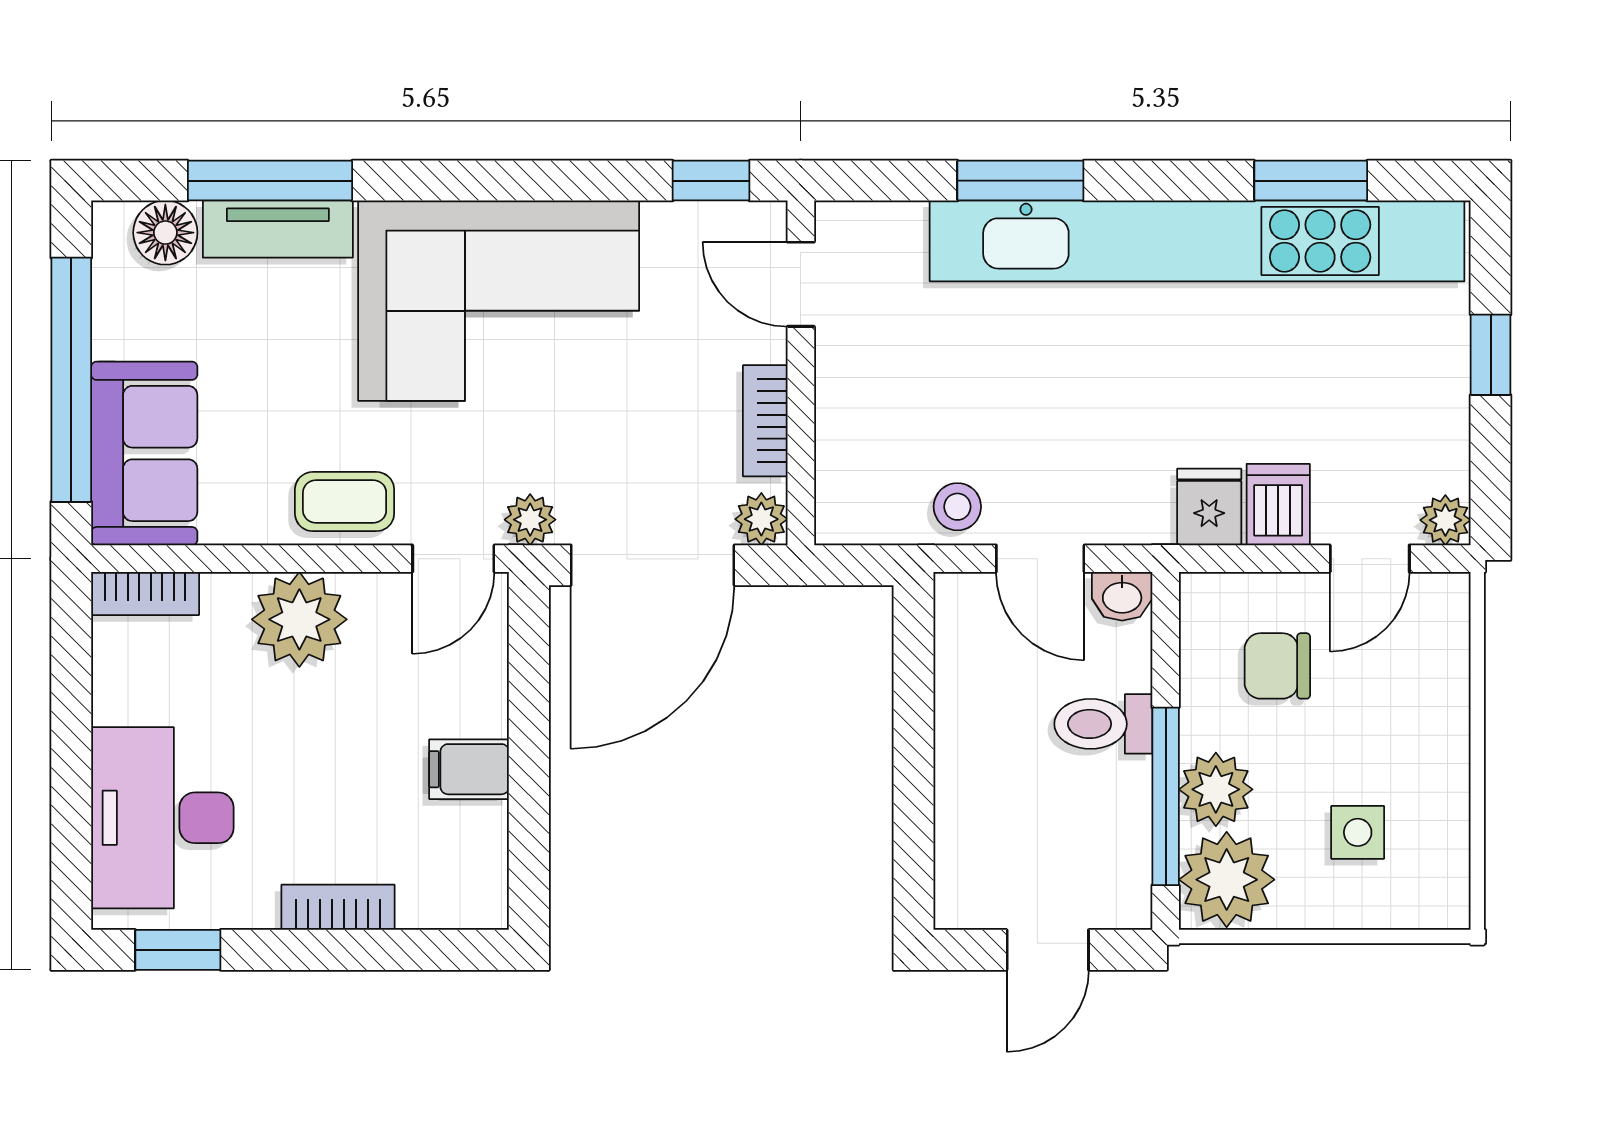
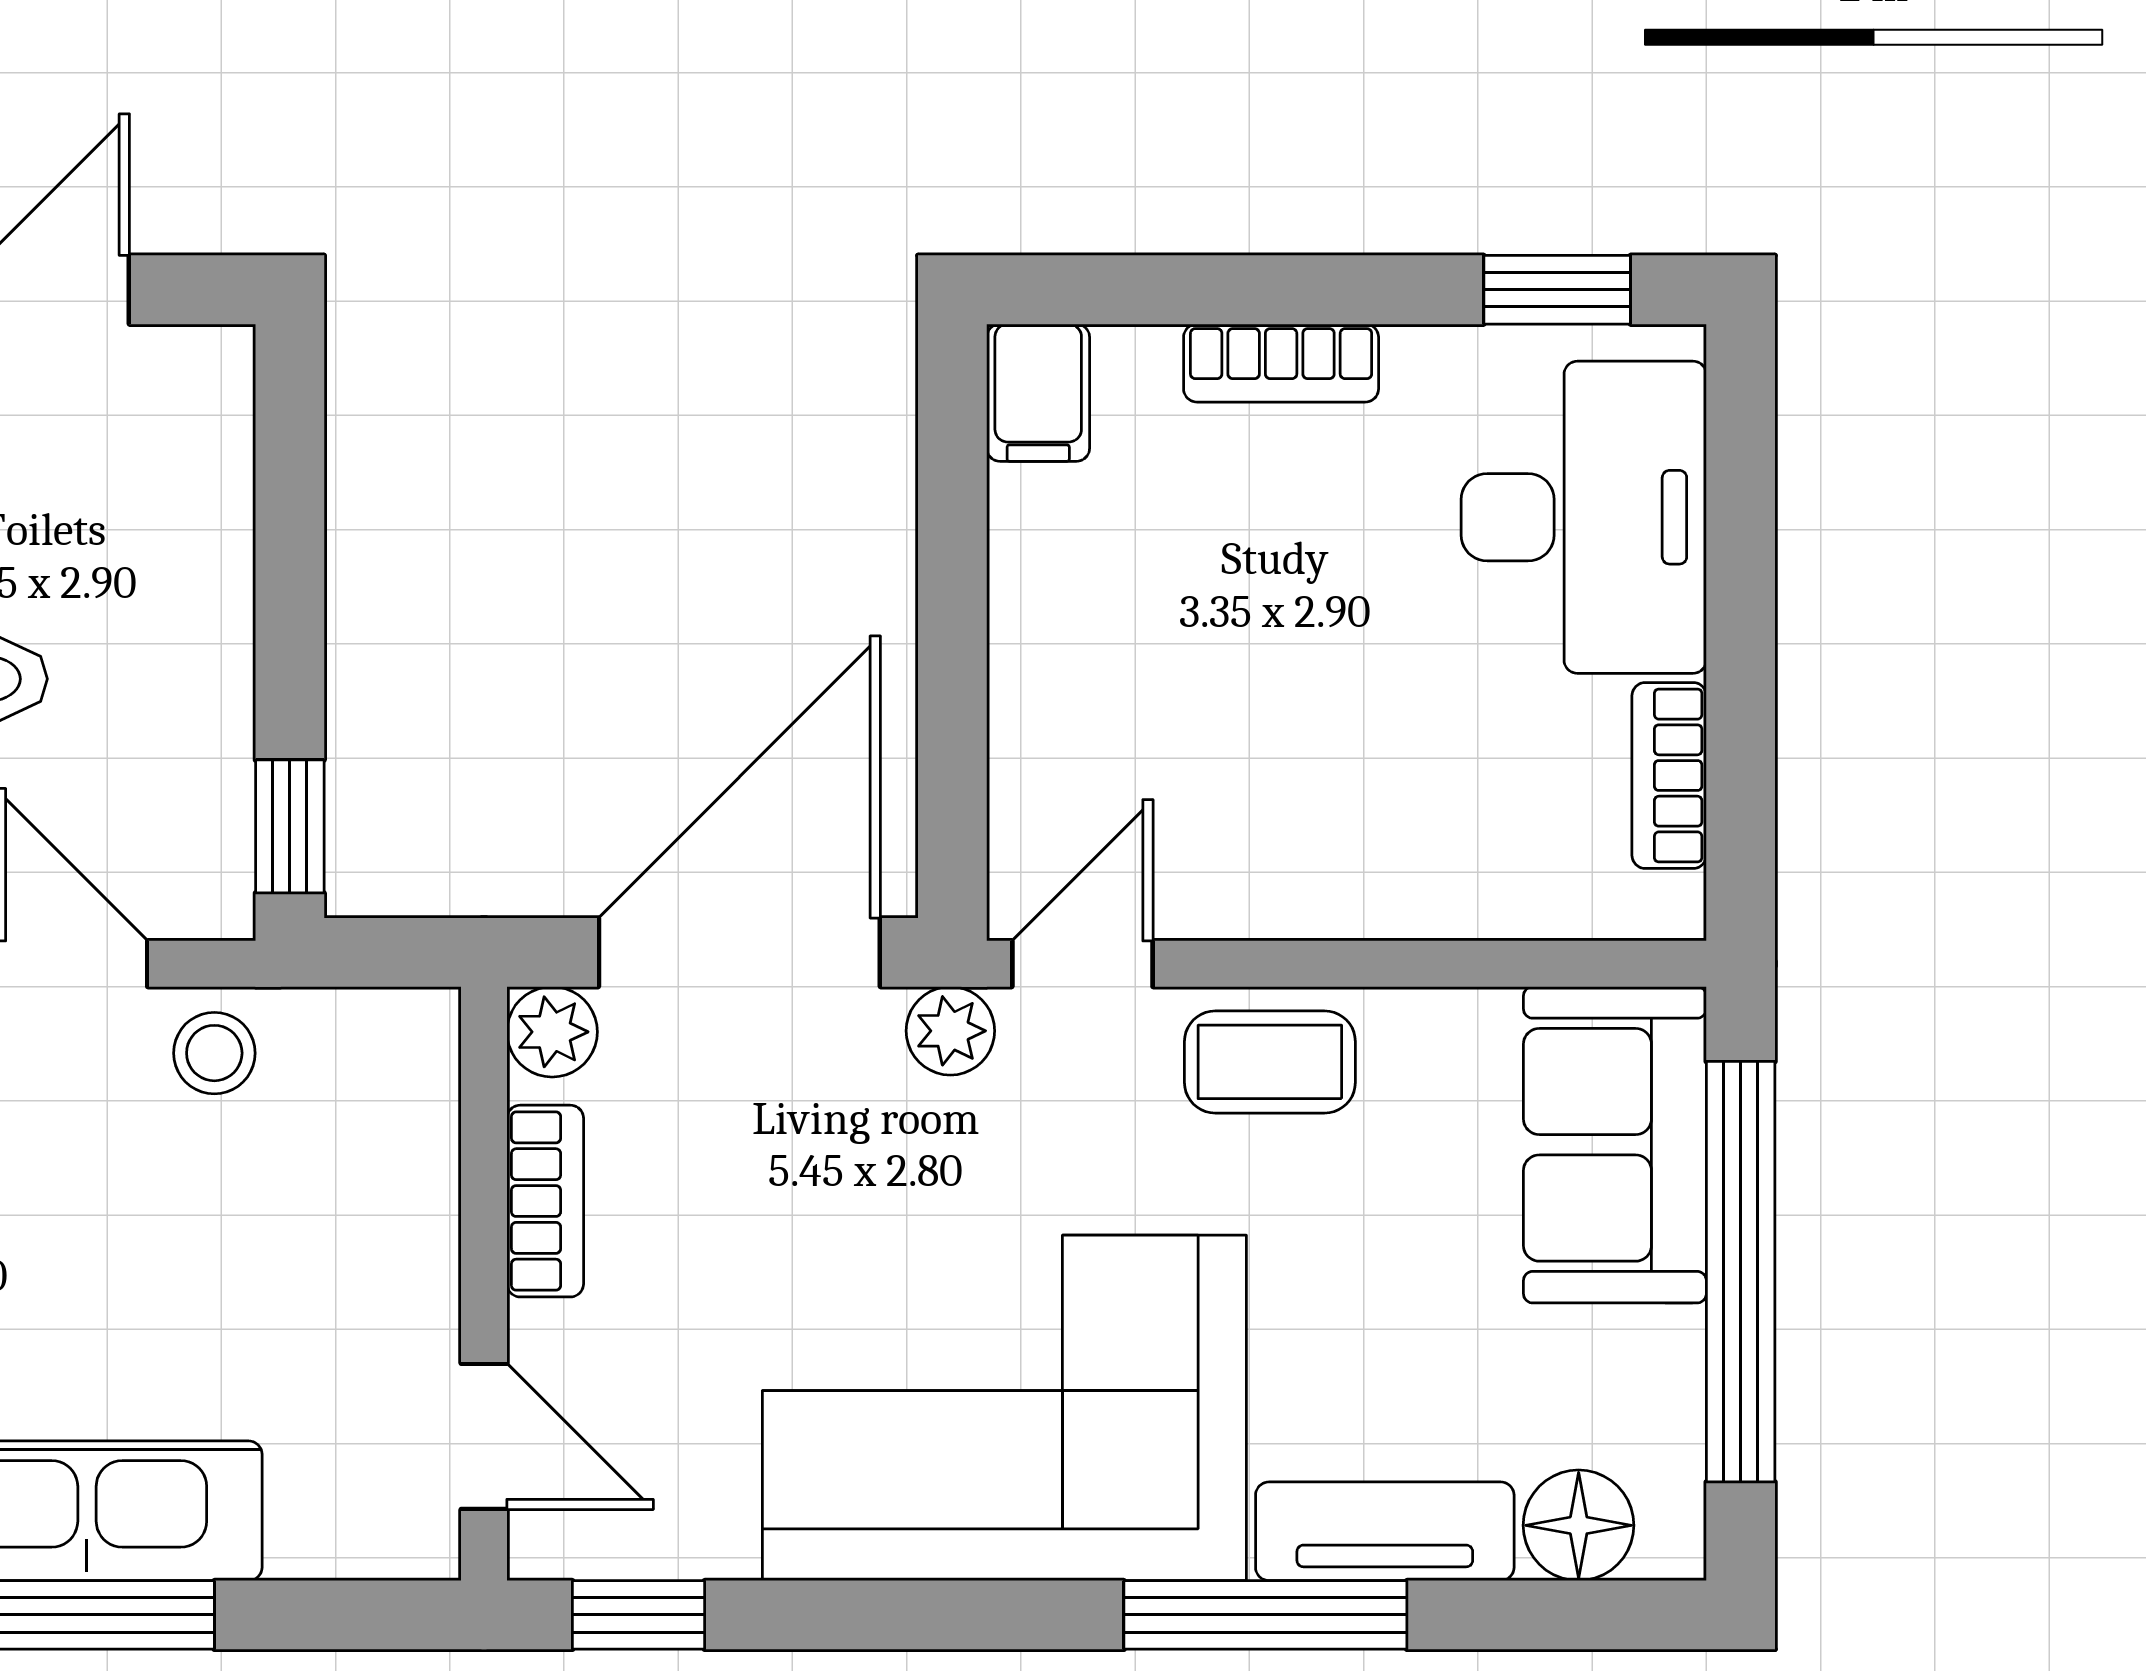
window: (270, 181) -> (1265, 1615), moved
bookcase: (145, 593) -> (1669, 776), moved, turned -90
plant: (299, 619) -> (1348, 859), removed
window: (914, 638) -> (290, 826), added
filing cabinet: (469, 769) -> (1038, 393), moved, turned 90

